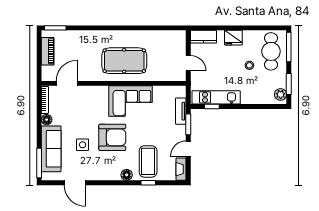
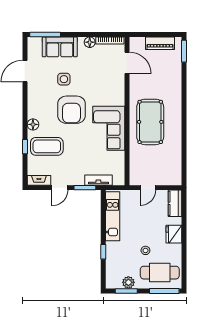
plant: (281, 94) -> (128, 282), moved
window: (212, 106) -> (103, 252), moved
sofa: (51, 149) -> (60, 47), width x0.73
door: (188, 149) -> (60, 188), swing flipped

